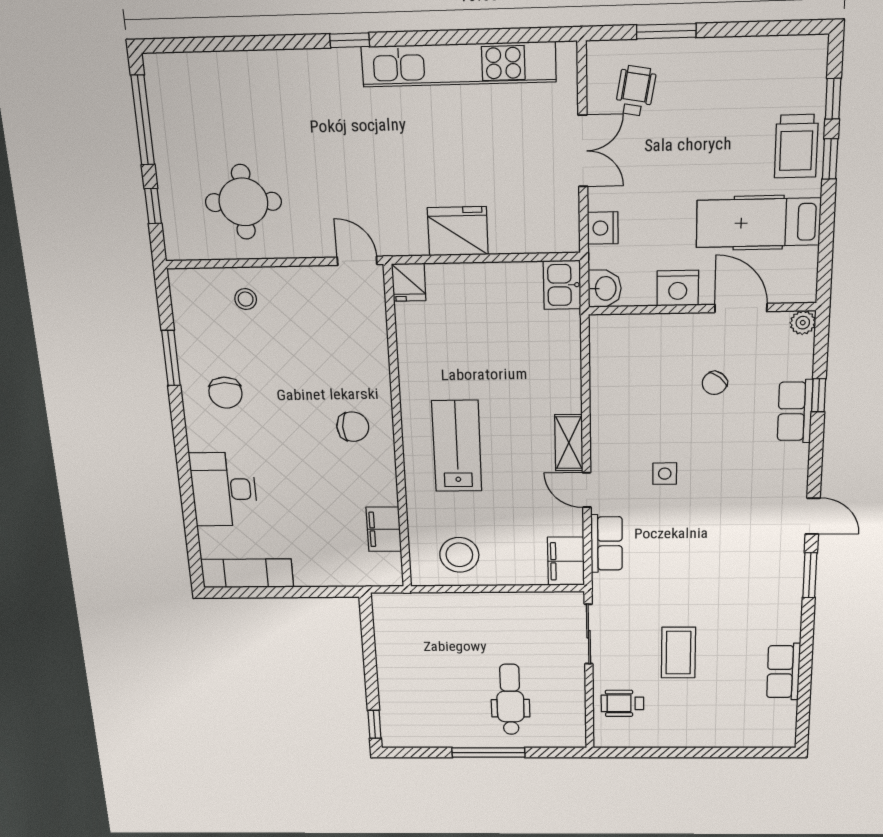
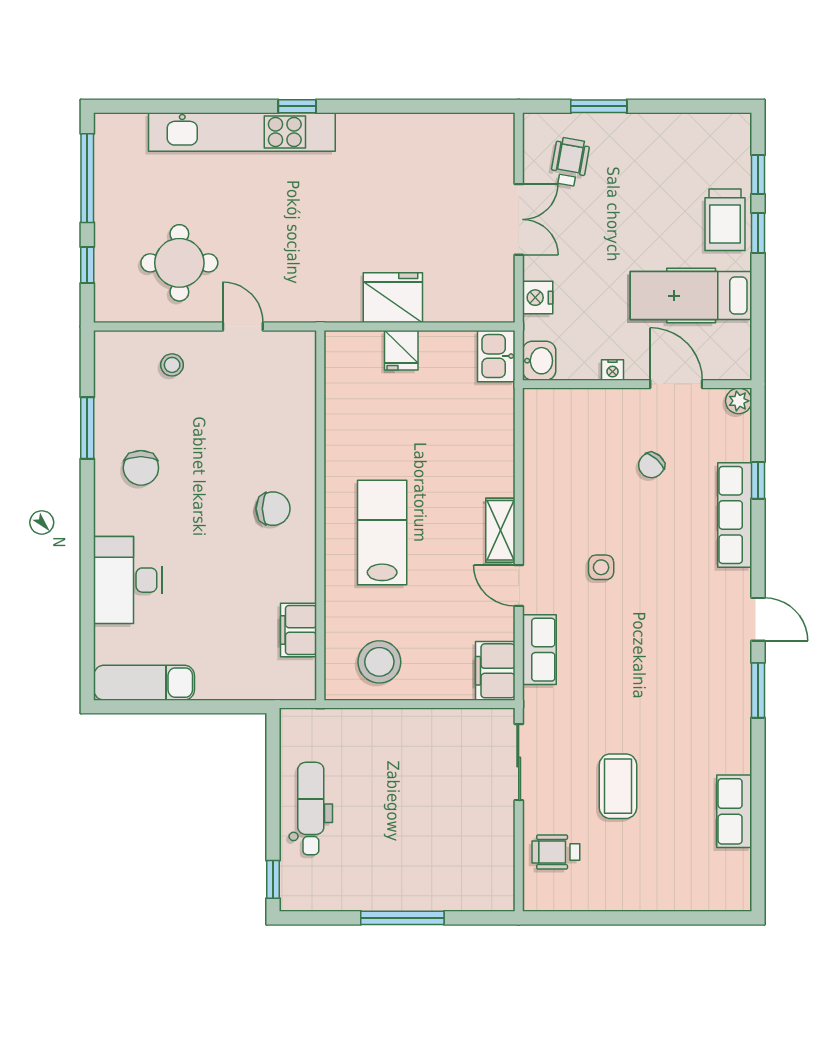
kitchen unit: (459, 64) -> (242, 132), moved
door: (357, 261) -> (243, 327), moved
fridge: (409, 282) -> (401, 350), moved
nightstand: (678, 288) -> (612, 370), width x0.53, depth x0.56
row of seats: (795, 411) -> (735, 515), width x1.48
dental chair: (510, 700) -> (311, 809), moved

